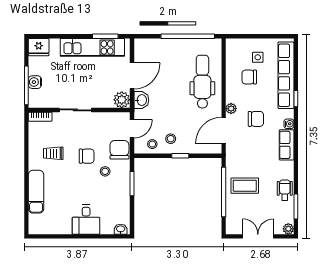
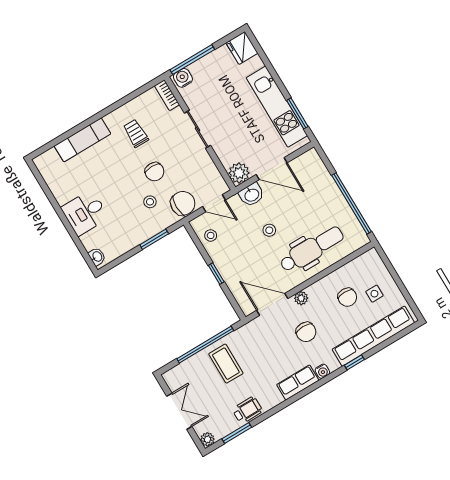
chair: (249, 77) -> (347, 297), turned 180
water cooler: (35, 82) -> (183, 78), moved
stool: (171, 139) -> (269, 230), moved

